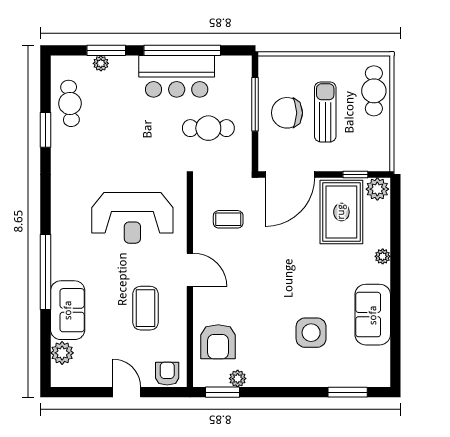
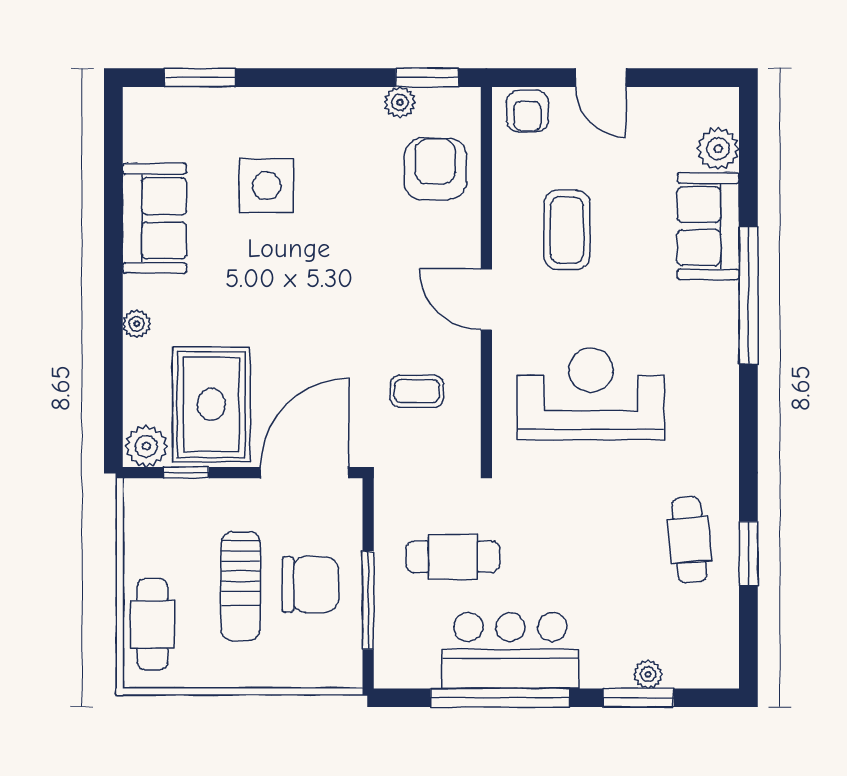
cafe table: (70, 103) -> (689, 540), moved

